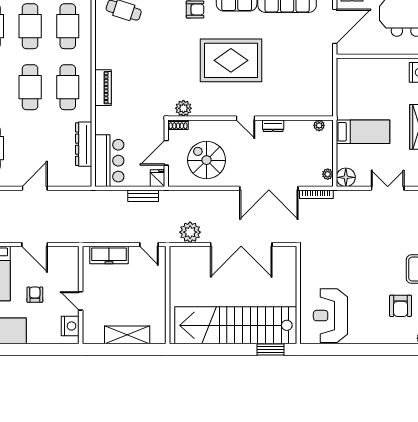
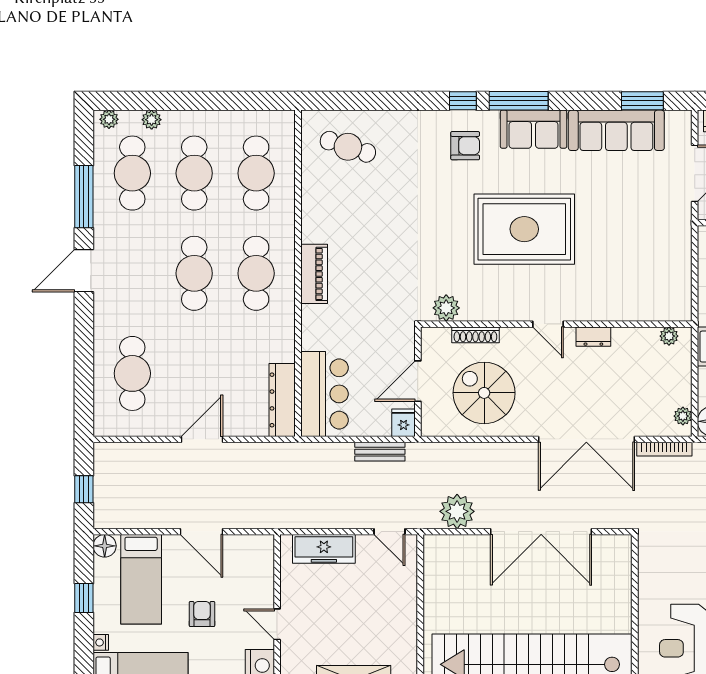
shoe rack: (178, 125) -> (475, 335), moved, width x1.43
dresser: (84, 144) -> (282, 400), moved

